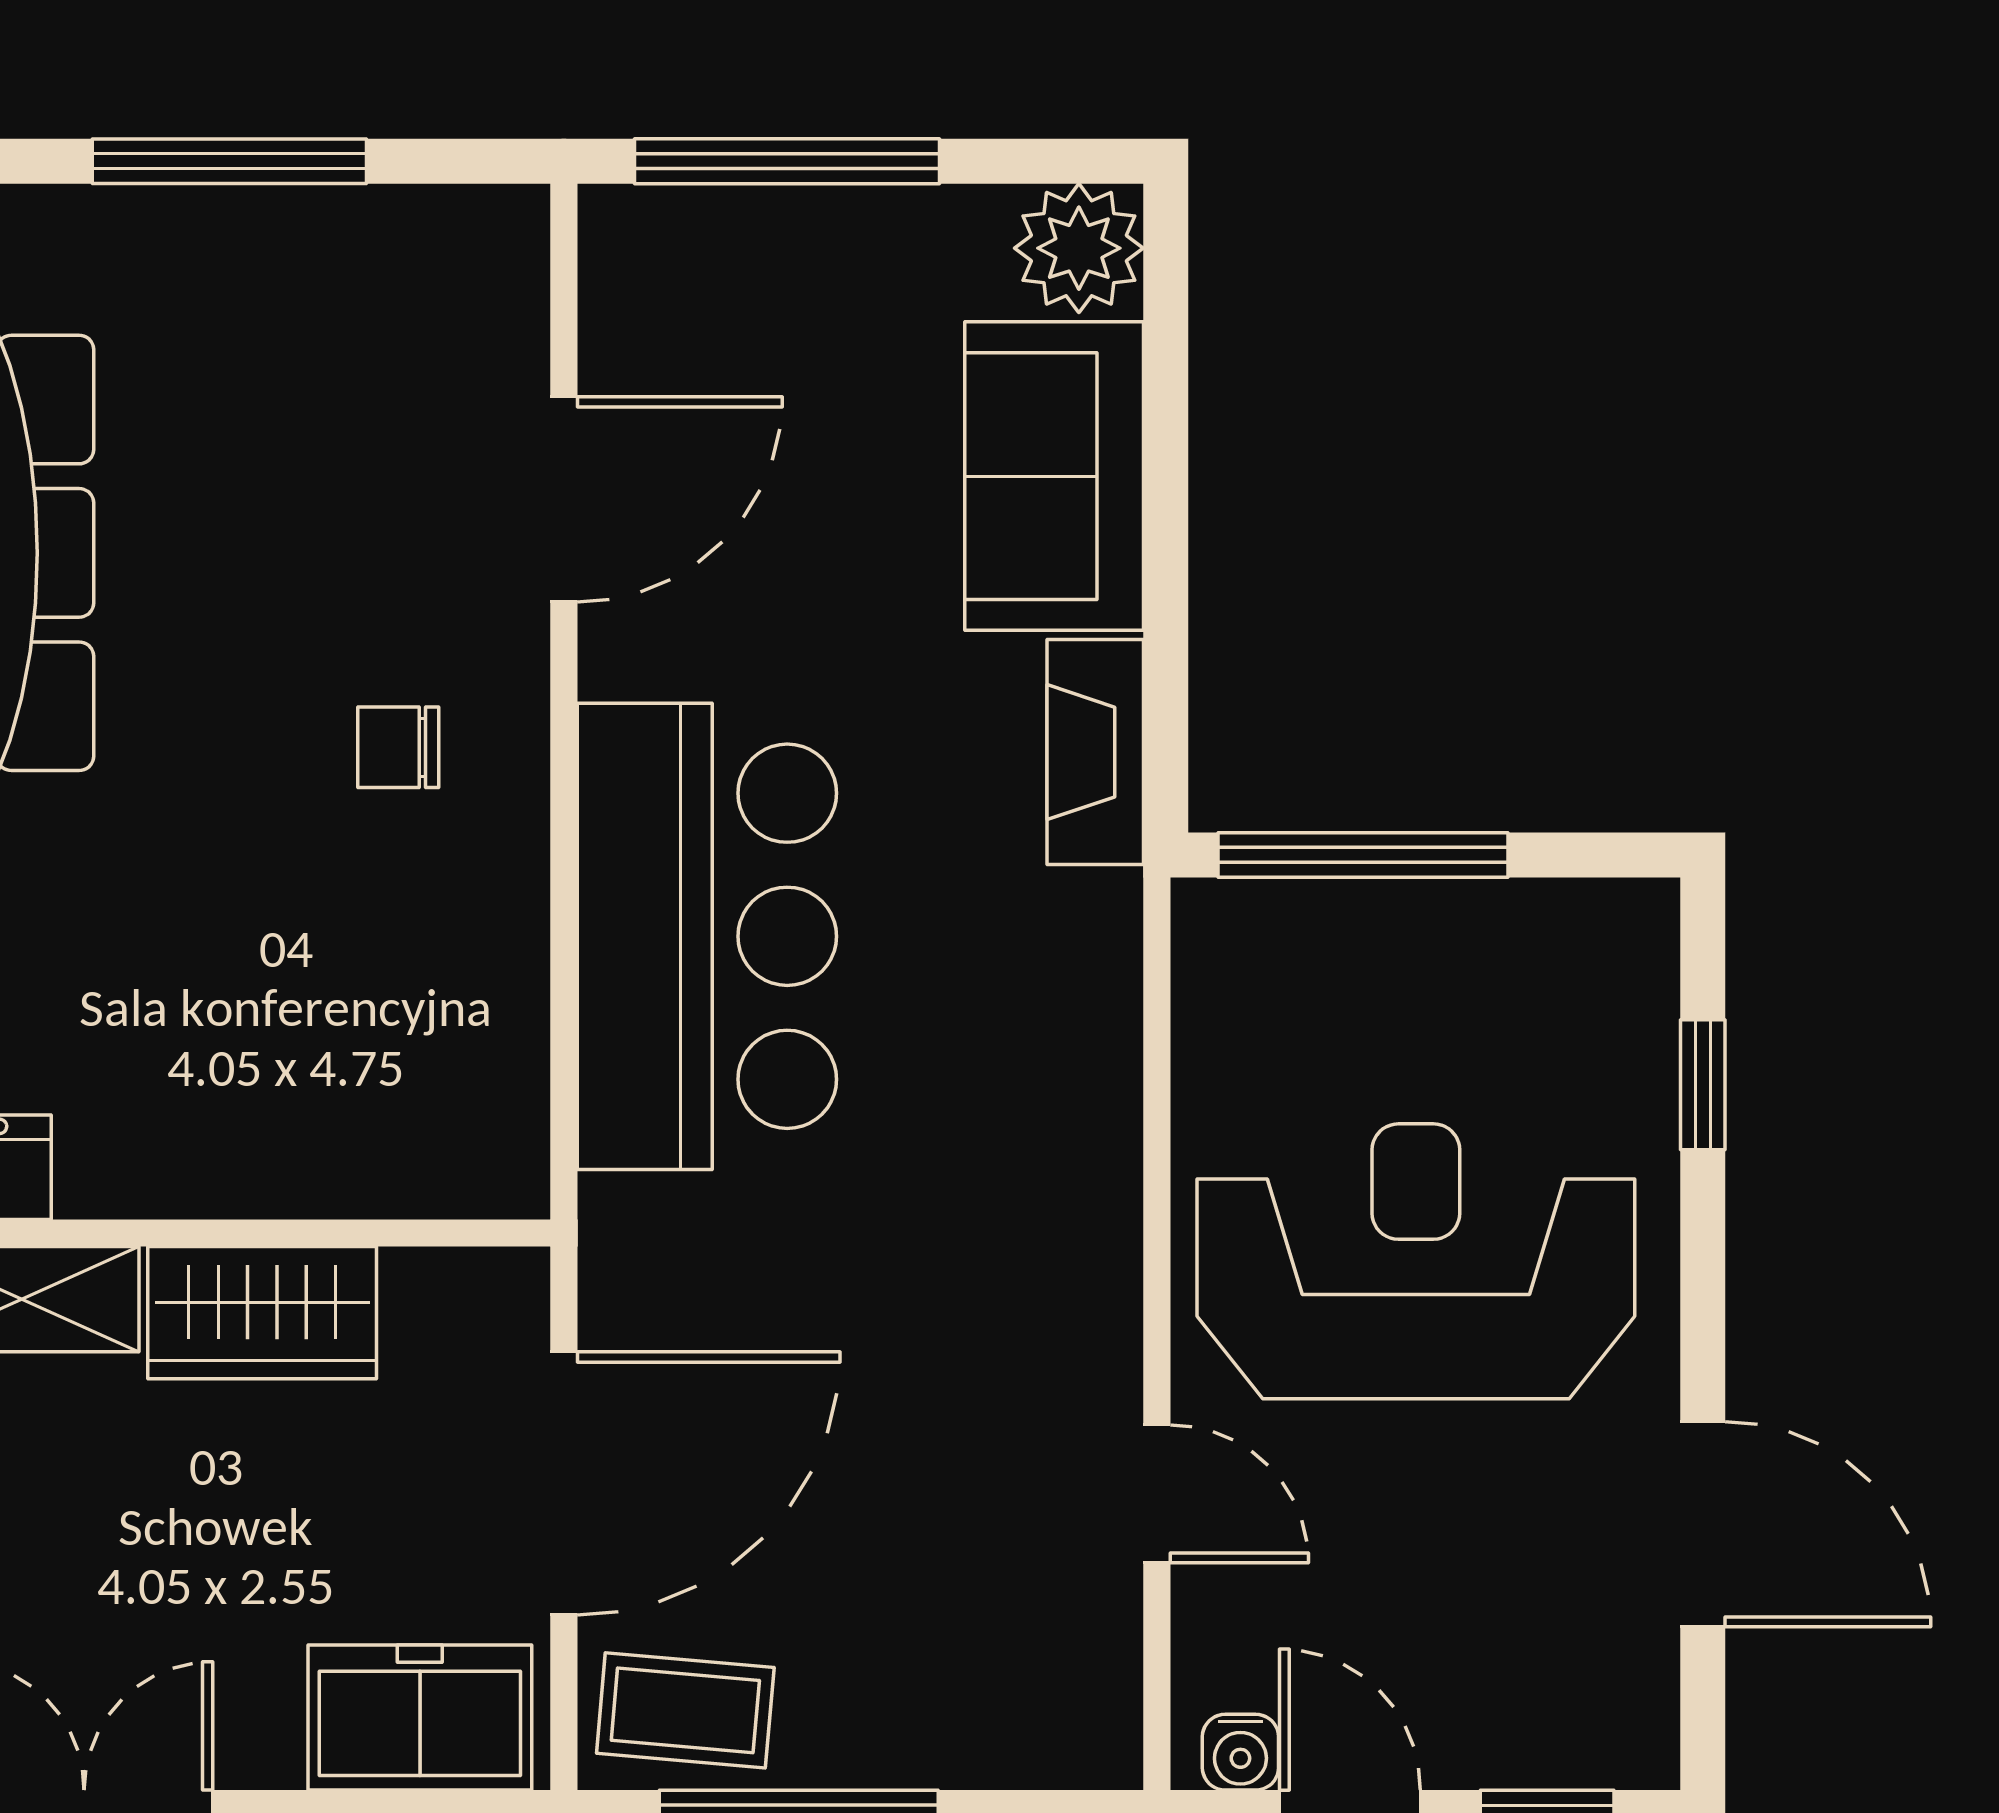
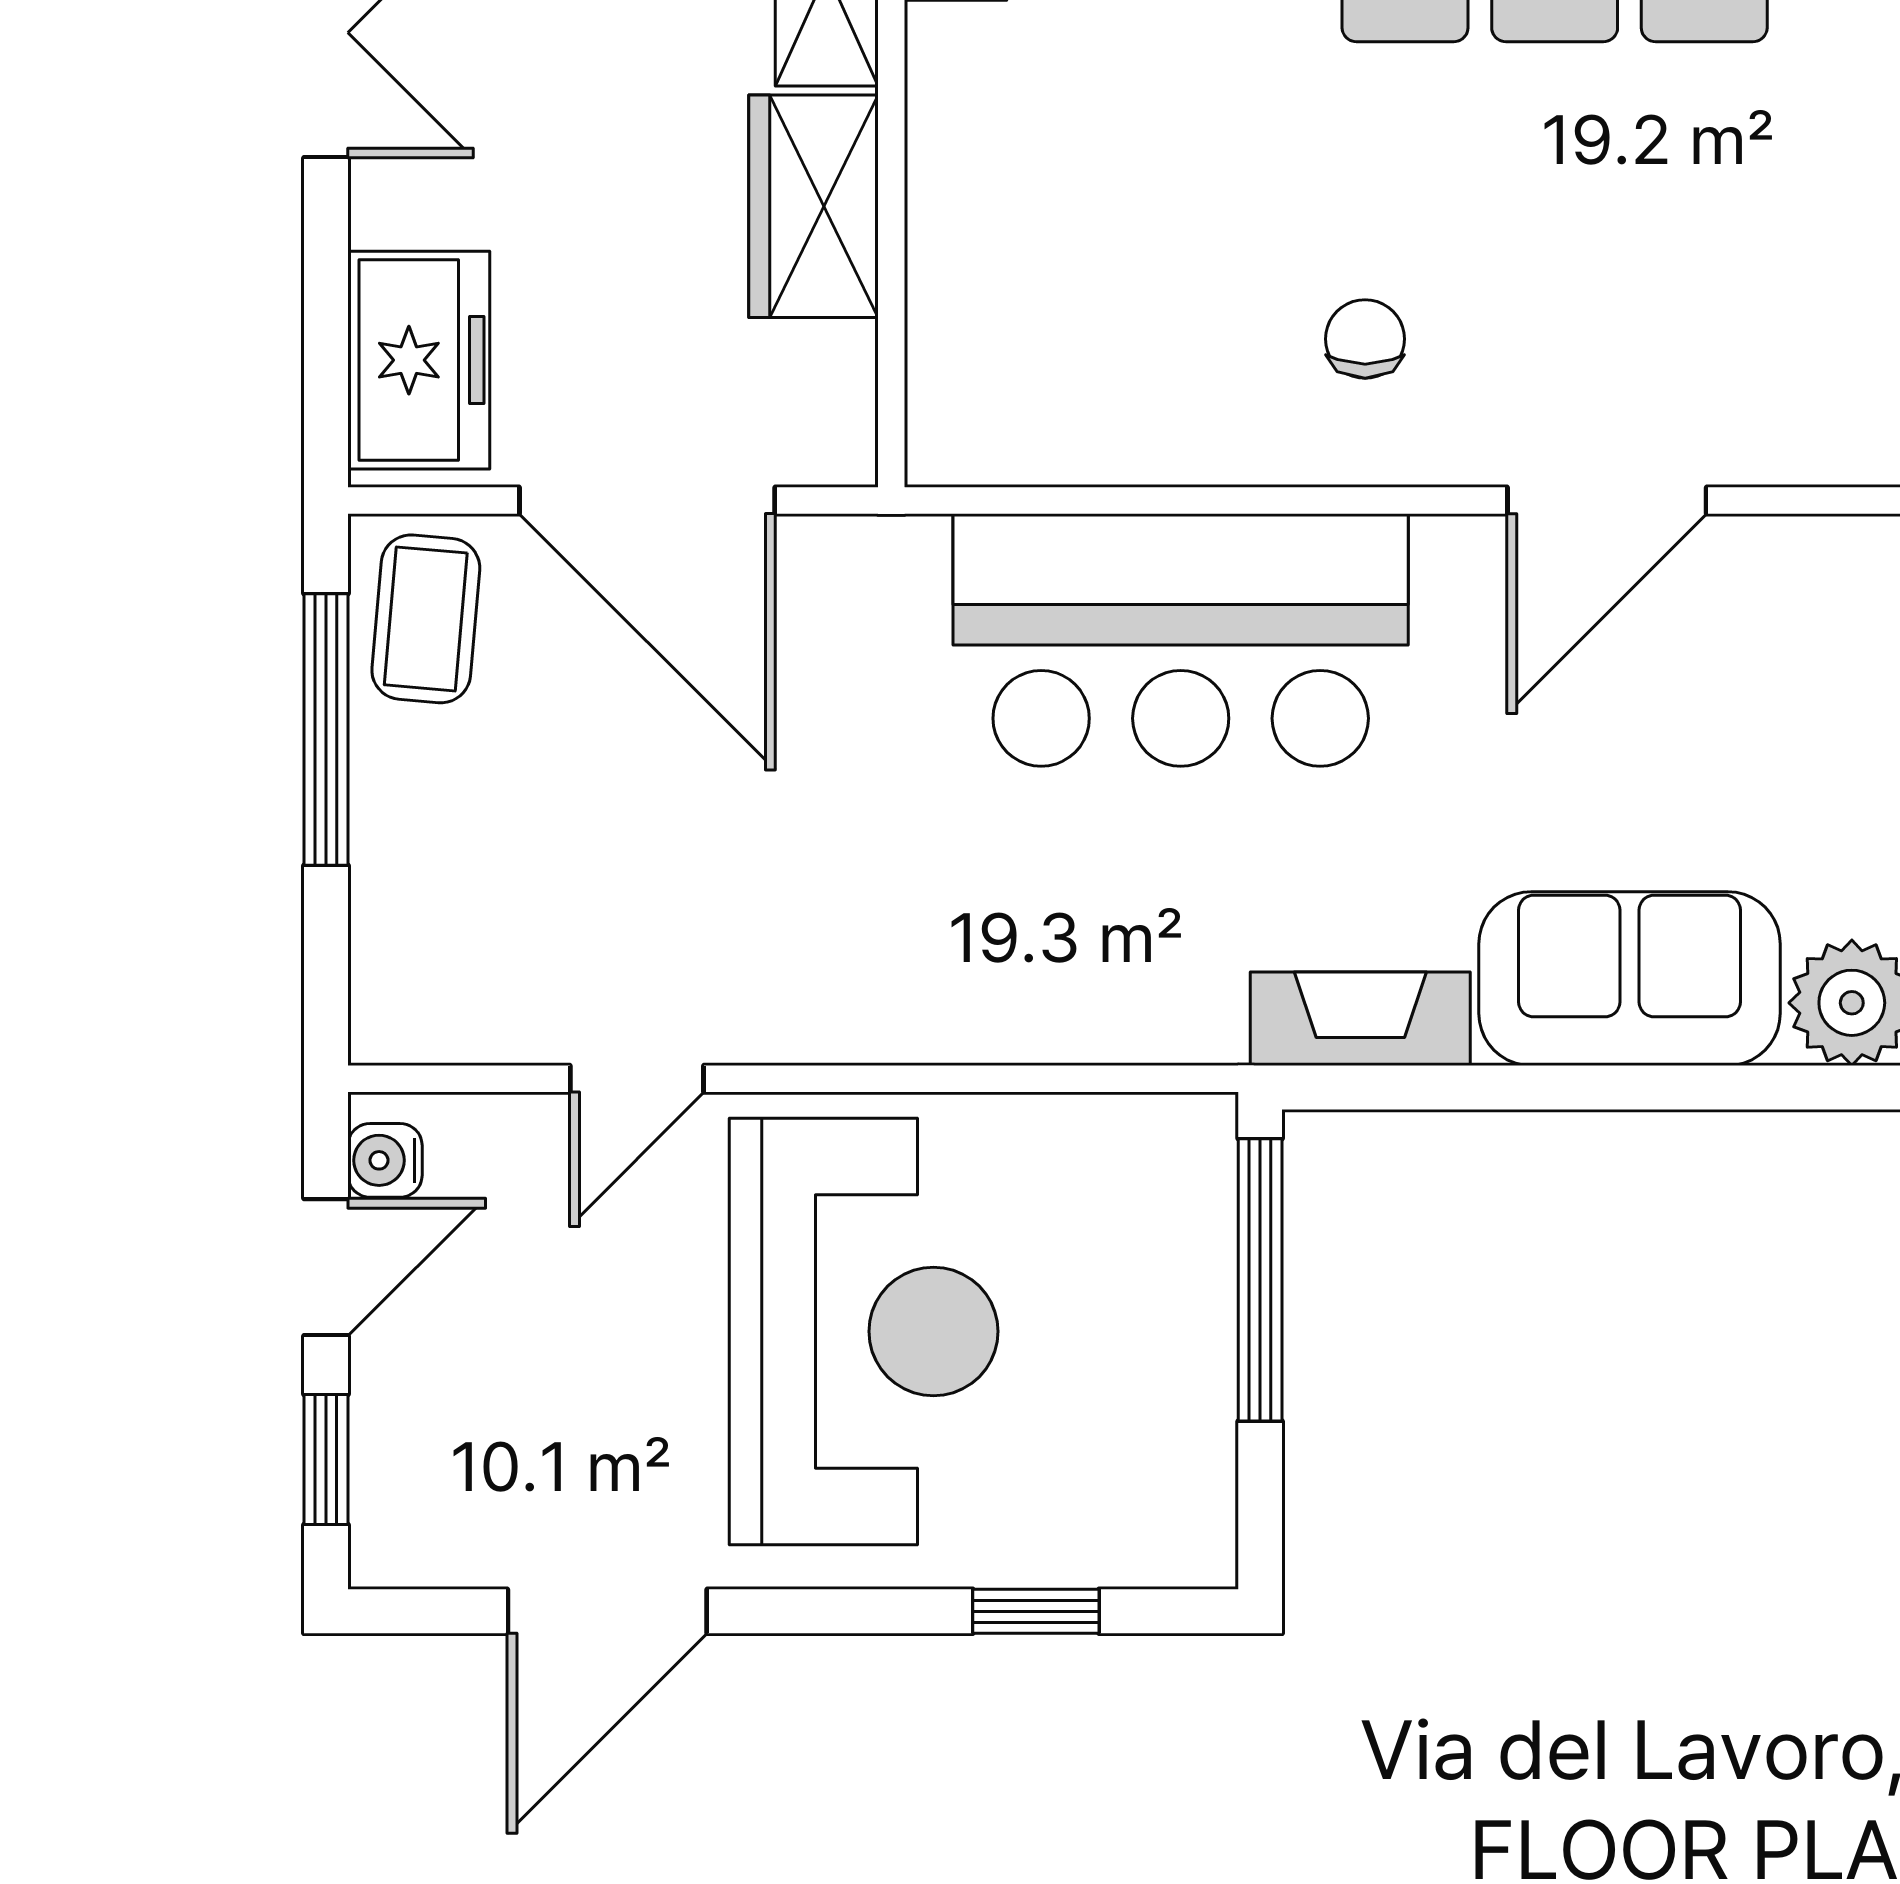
door: (564, 499) -> (1607, 501), hinge flipped

